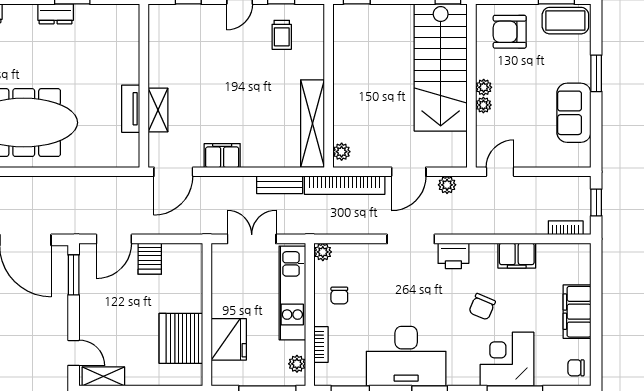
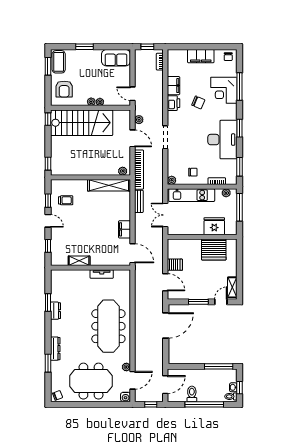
shelving: (158, 110) -> (79, 261), moved
sofa: (574, 113) -> (116, 58), moved
printer: (453, 256) -> (174, 103), moved
window: (74, 275) -> (198, 302), moved

